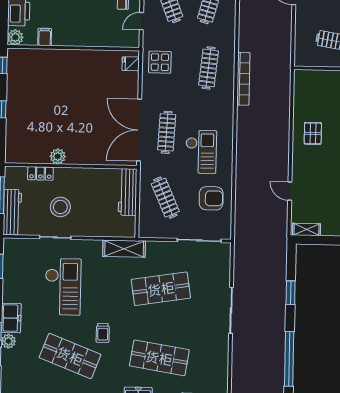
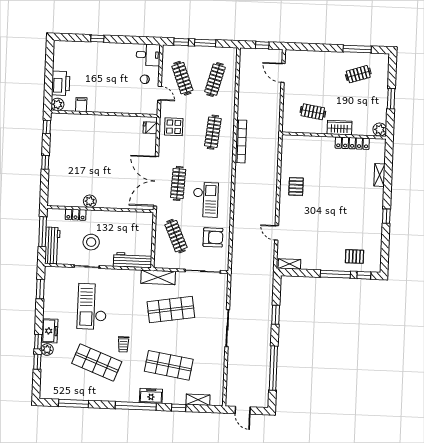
door: (141, 21) -> (159, 93), swing flipped
workbench: (128, 192) -> (133, 260), moved, turned 90
shelving: (124, 249) -> (158, 277), moved
checkout: (63, 287) -> (92, 307), turned 180

